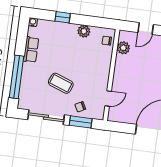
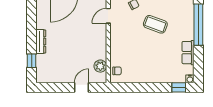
window: (63, 17) -> (179, 87), moved
plant: (84, 31) -> (140, 77), removed

